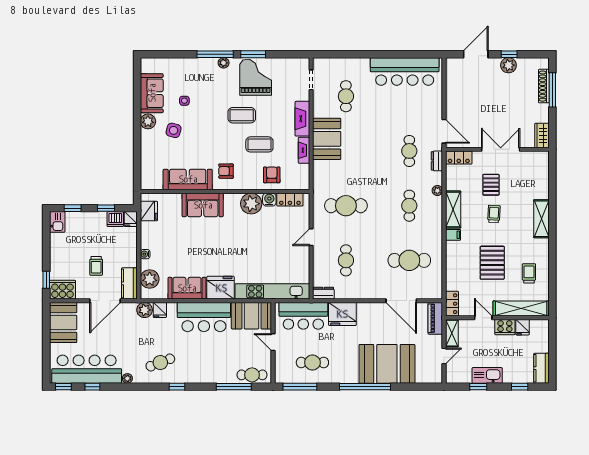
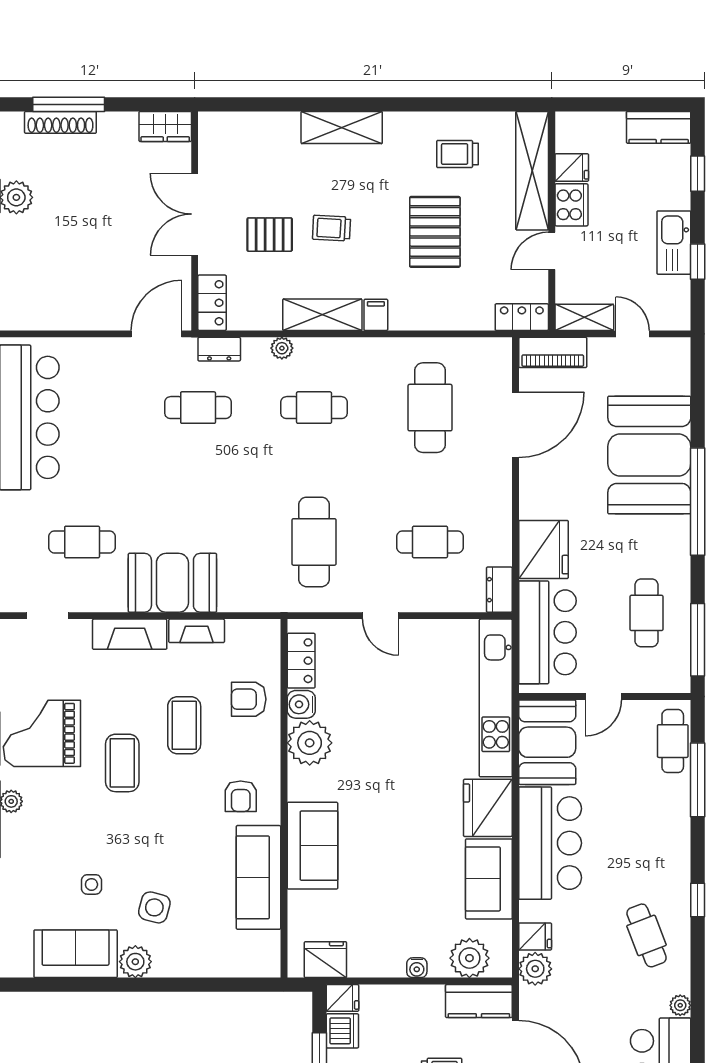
pallet: (492, 263) -> (435, 232), turned 90

